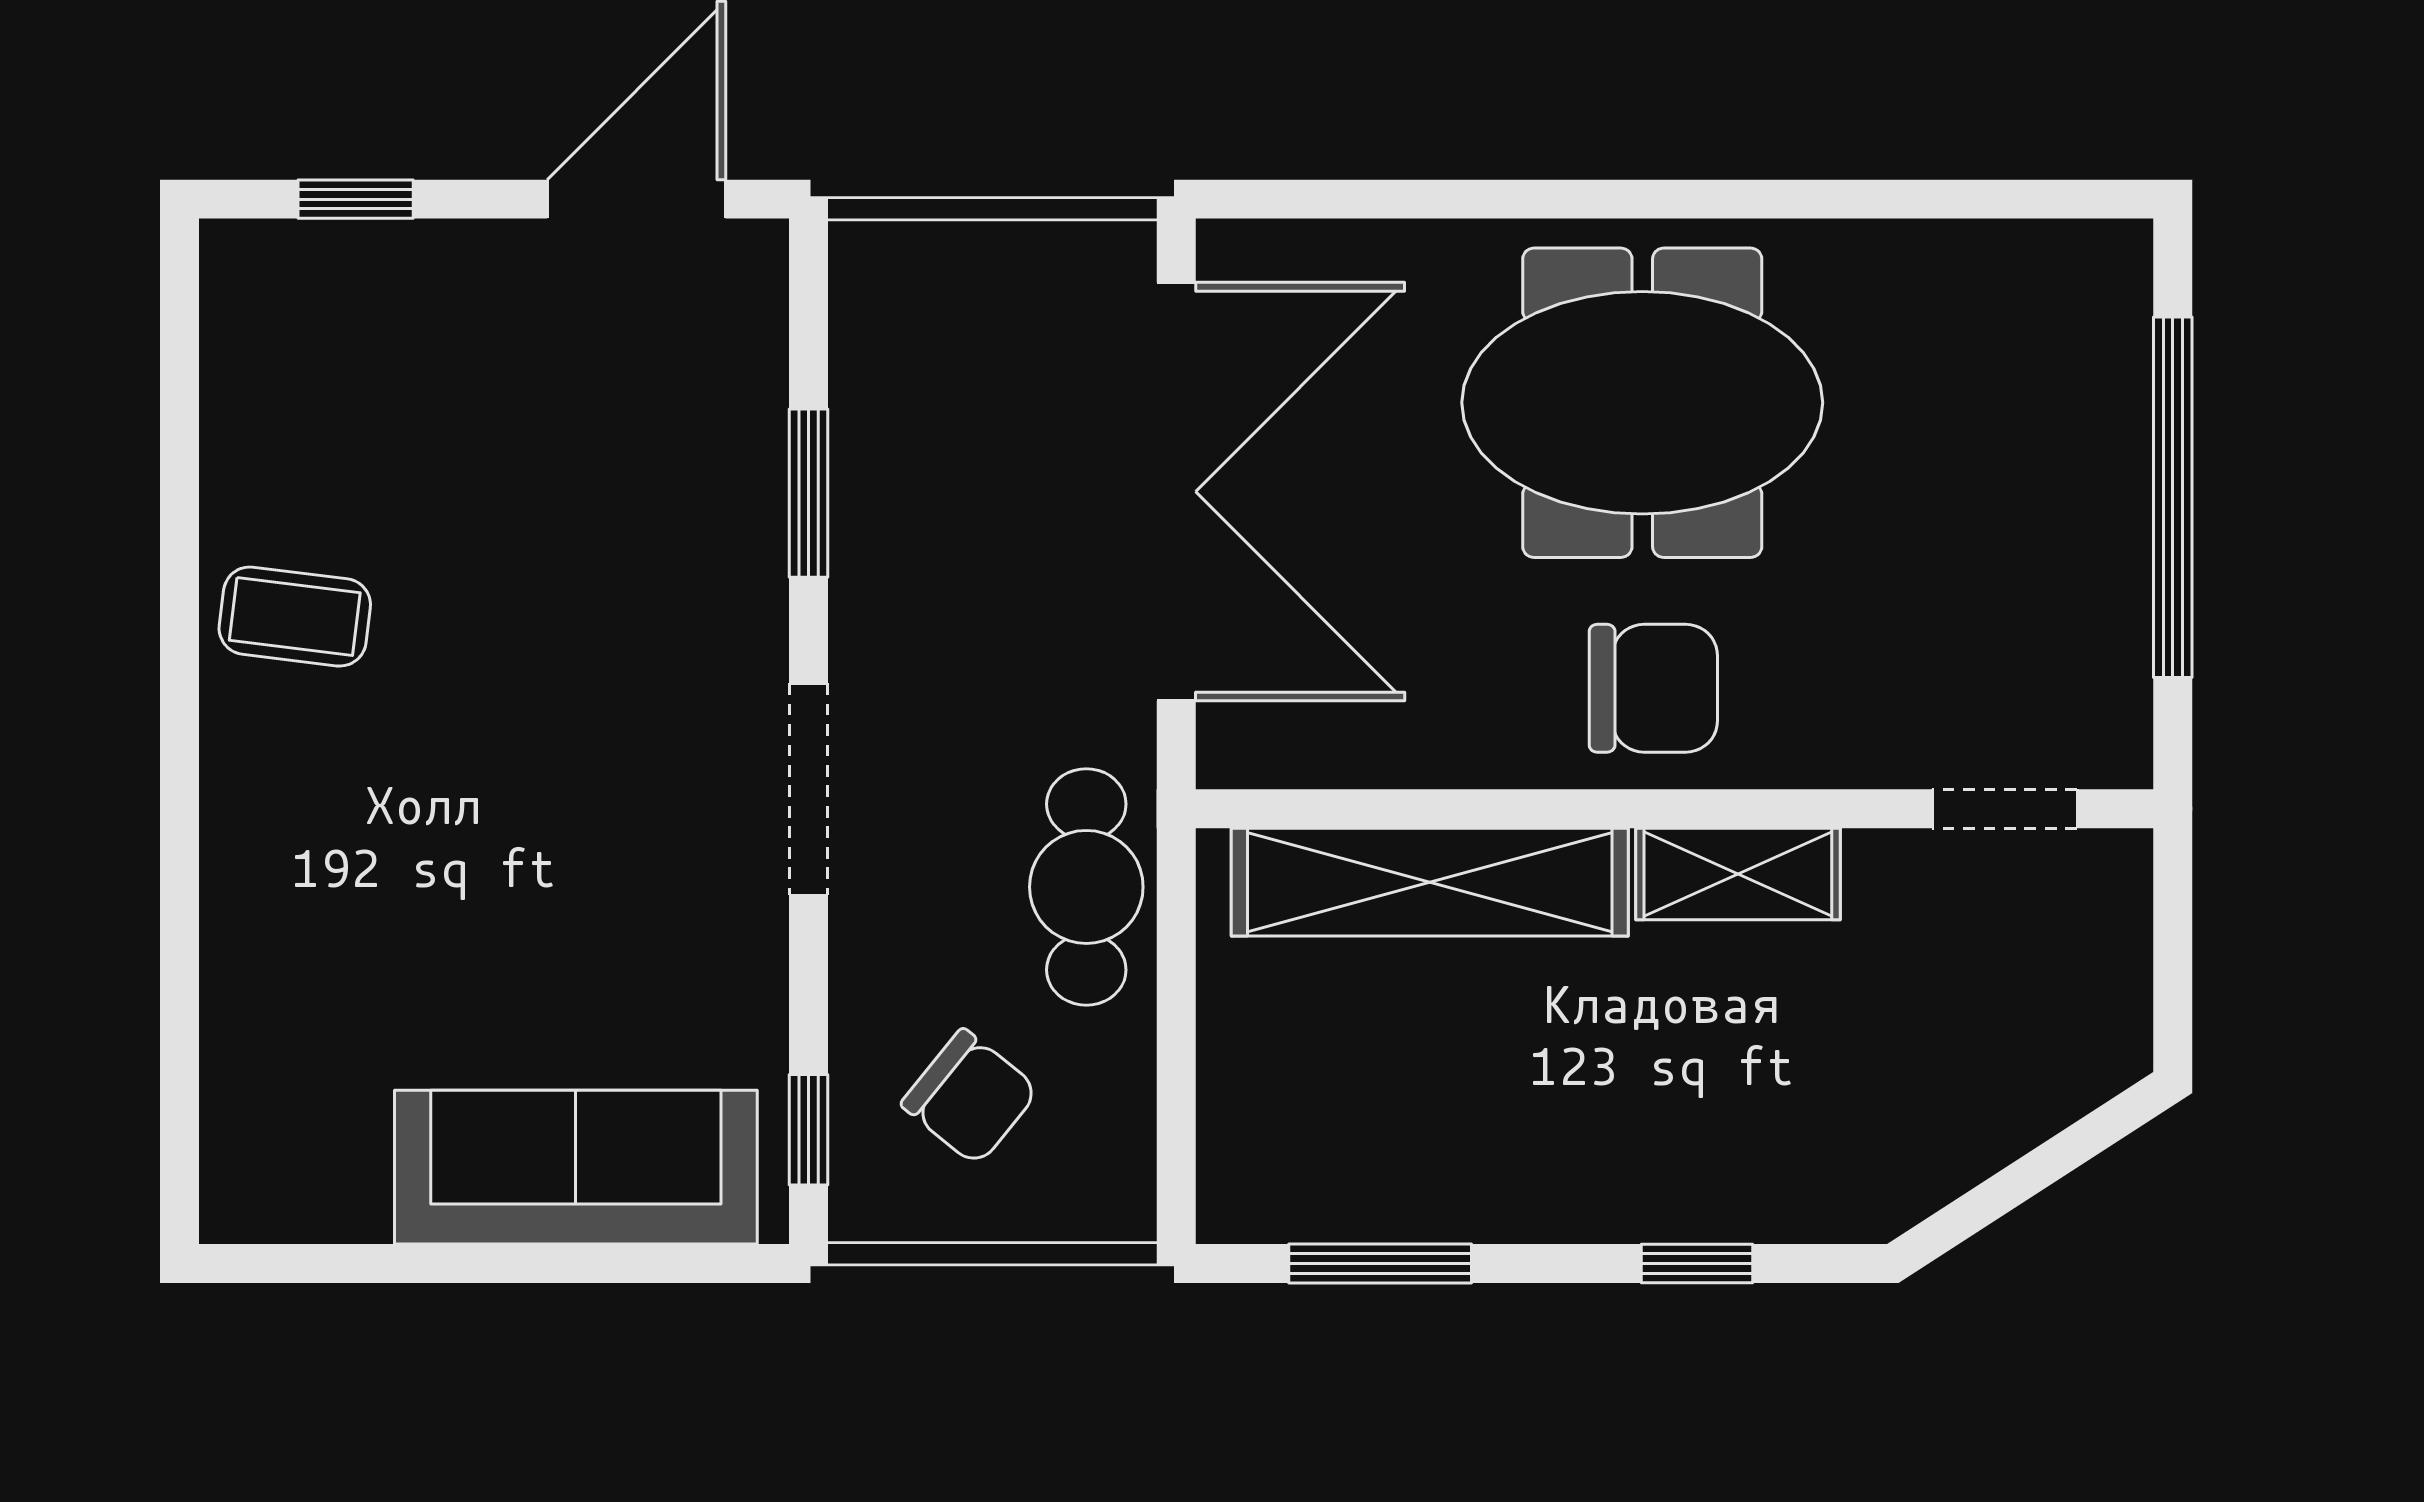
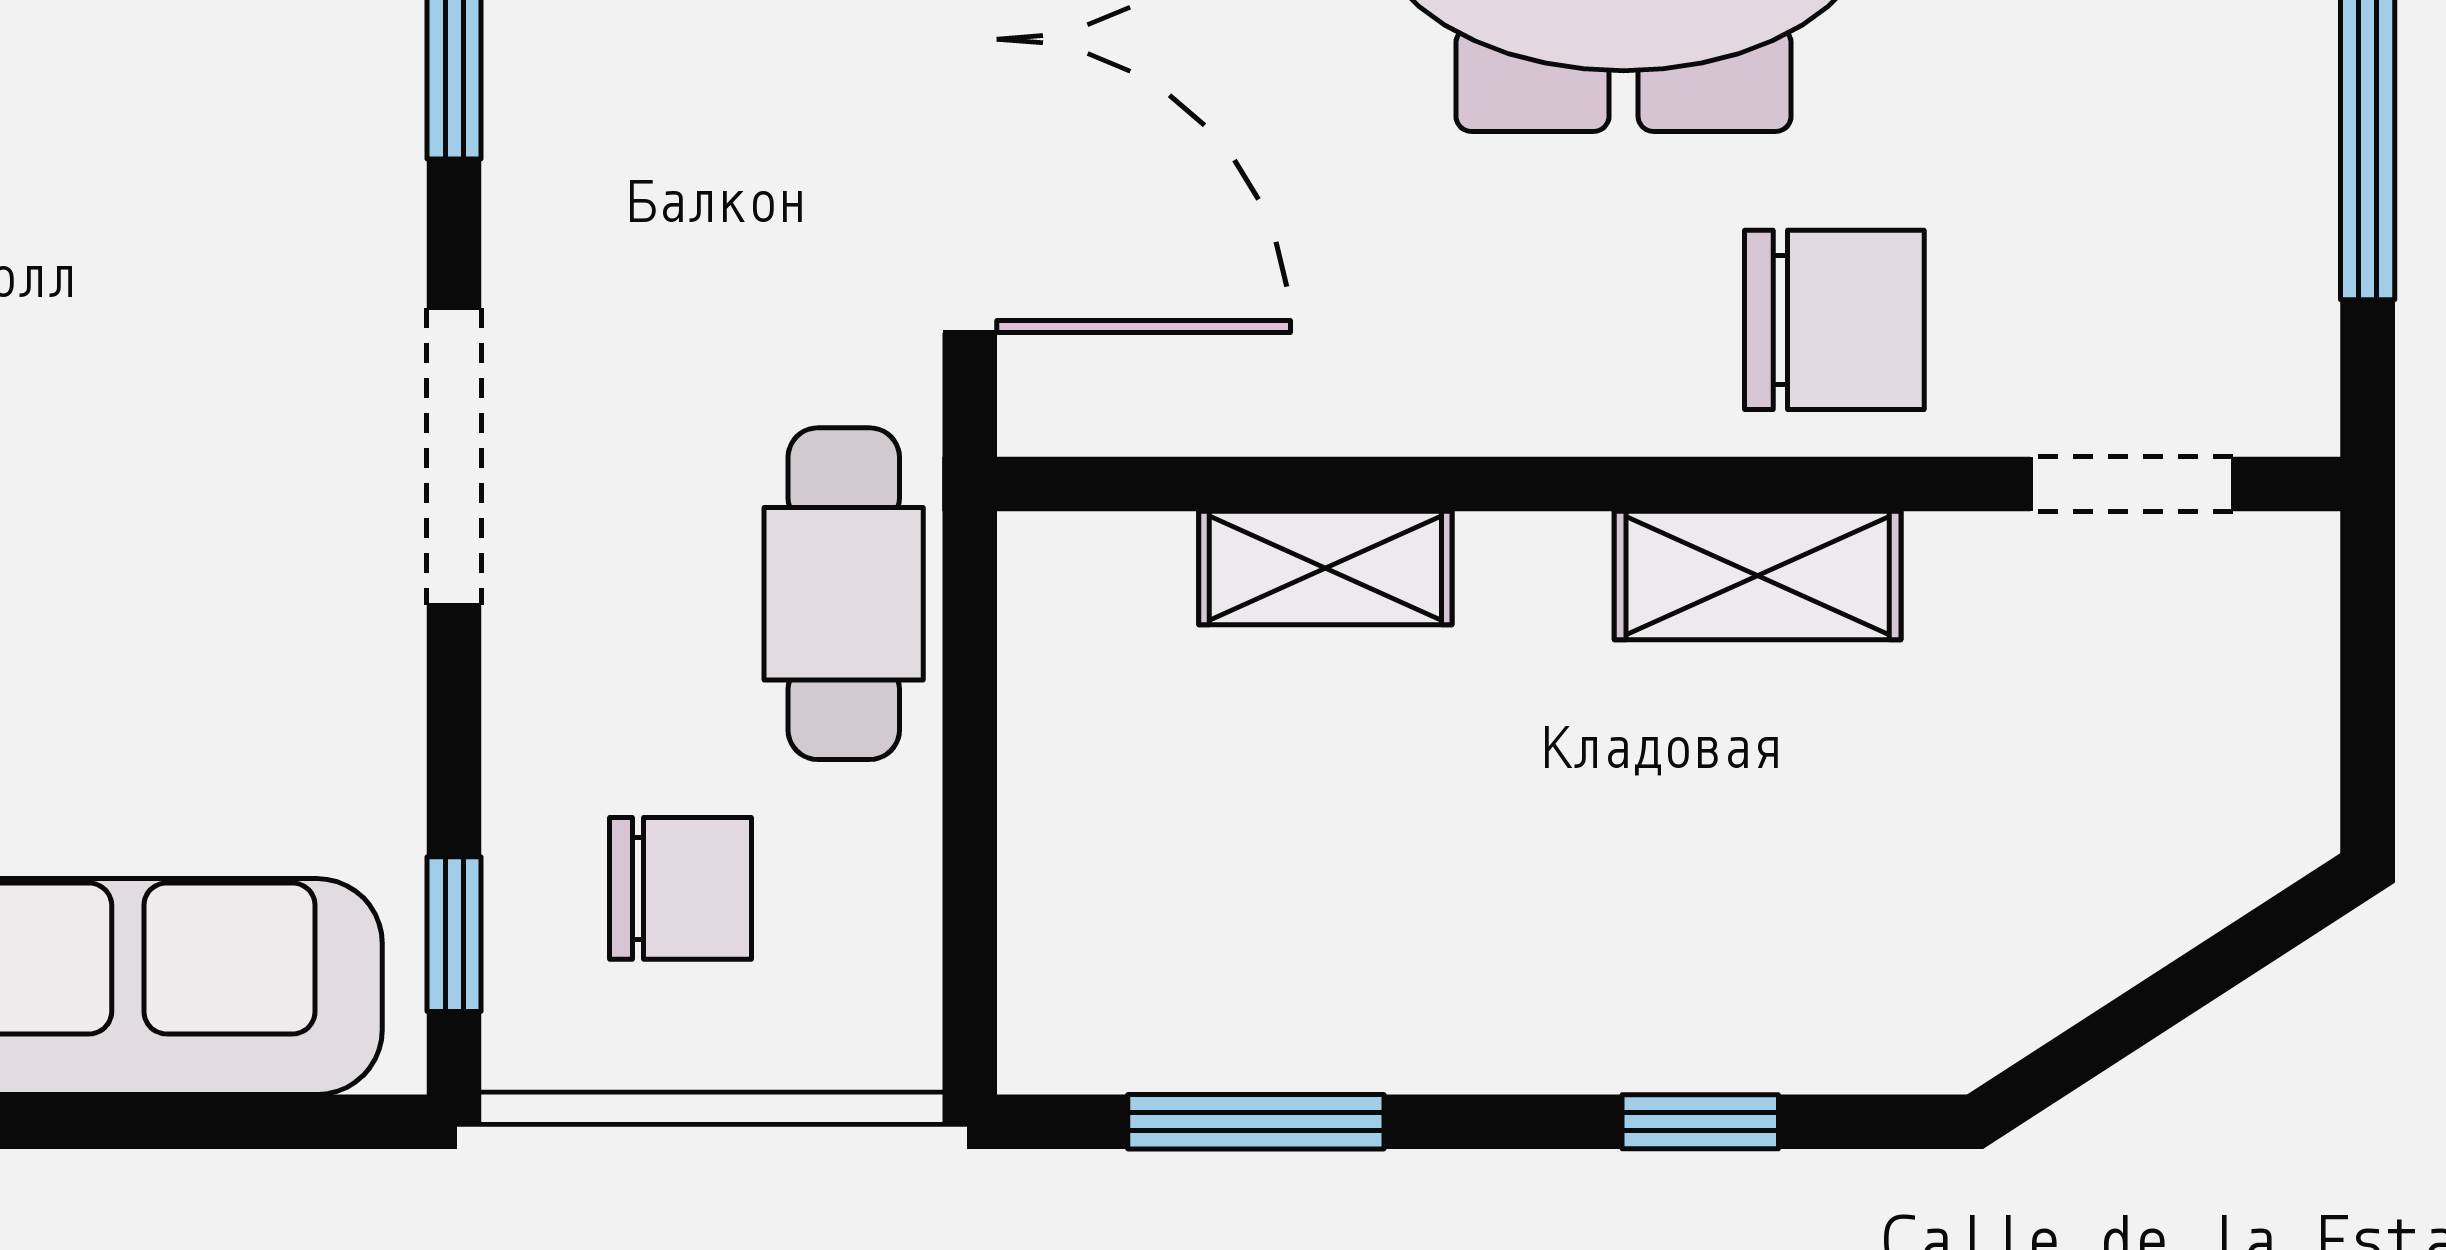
chair: (1653, 688) -> (1834, 320), moved
shelving: (1430, 882) -> (1325, 568), width x0.45, depth x0.75
chair: (970, 1097) -> (681, 888), turned -39

